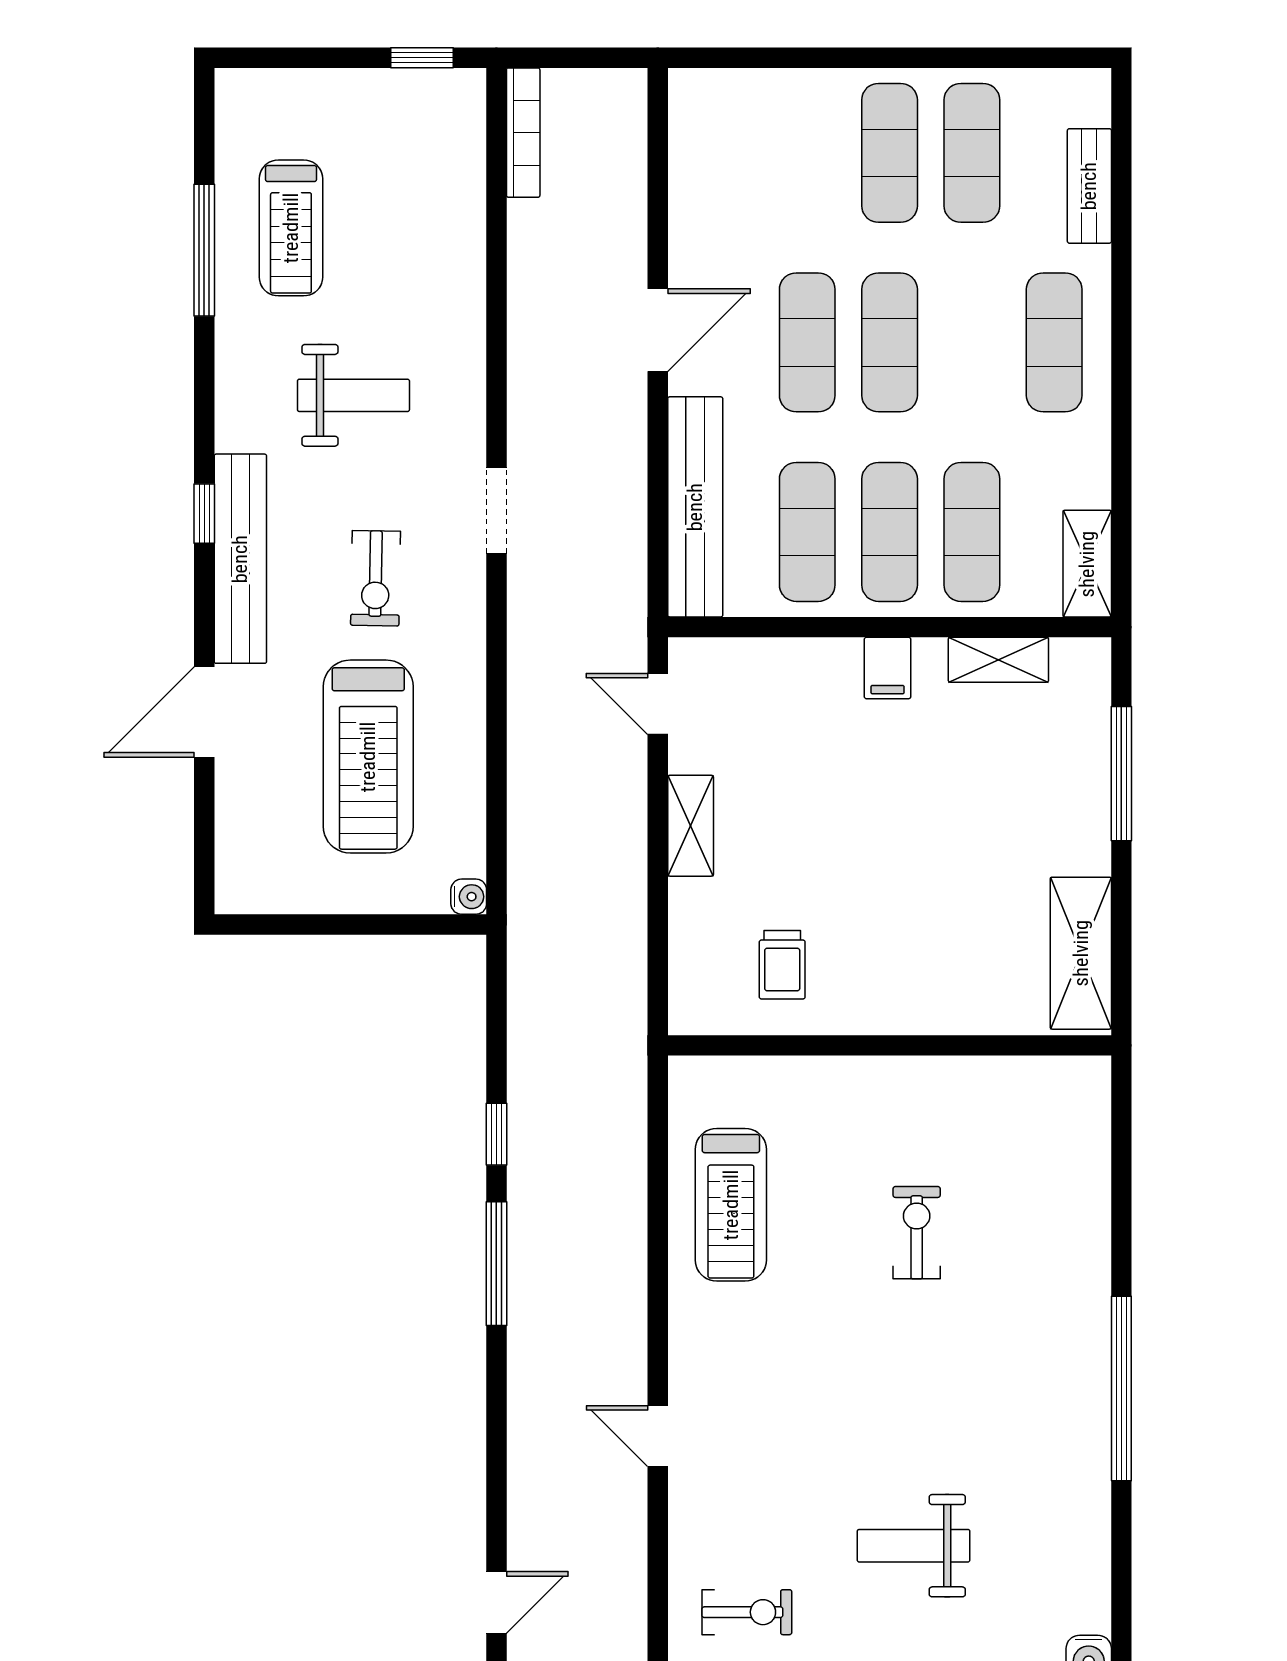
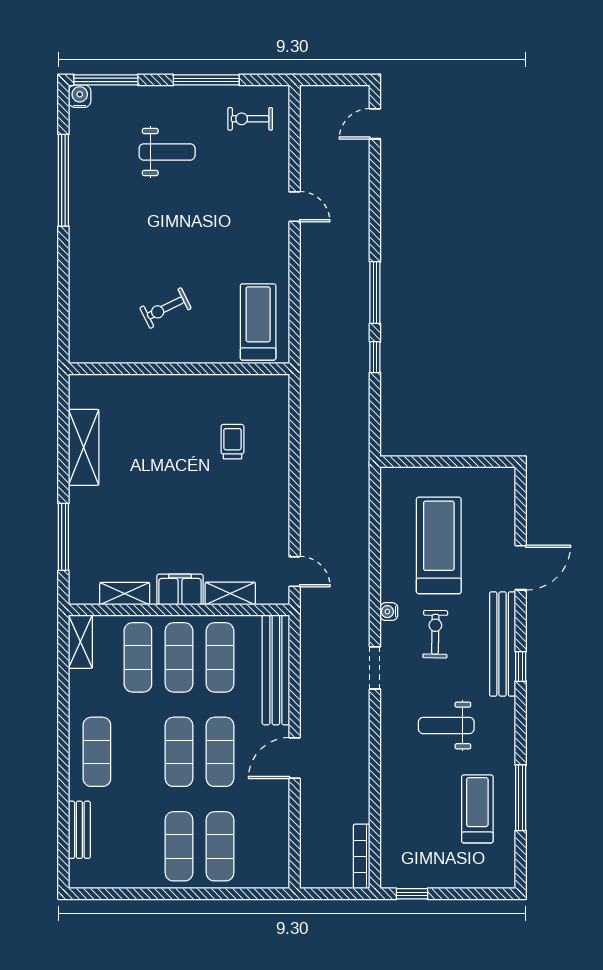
exercise mat: (972, 153) -> (220, 846), moved
filing cabinet: (888, 668) -> (180, 590), width x2.00
shelving: (691, 826) -> (230, 594), moved, turned 90
water cooler: (469, 897) -> (389, 612), moved
wall: (890, 1045) -> (179, 369), moved
exercise bike: (917, 1233) -> (165, 308), turned 64
window: (1121, 1389) -> (63, 180), moved

